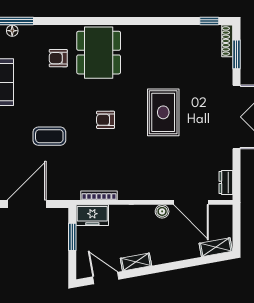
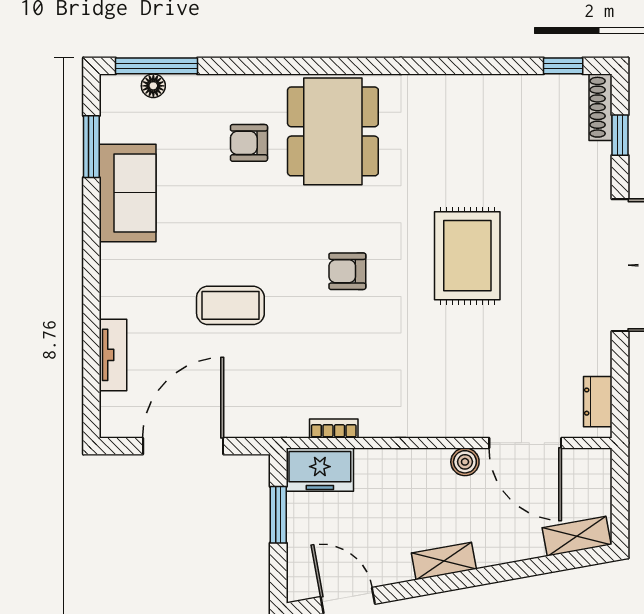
window: (237, 54) -> (620, 135), width x0.67
bookcase: (99, 195) -> (334, 428), width x0.64
shelving: (136, 262) -> (444, 561), moved

